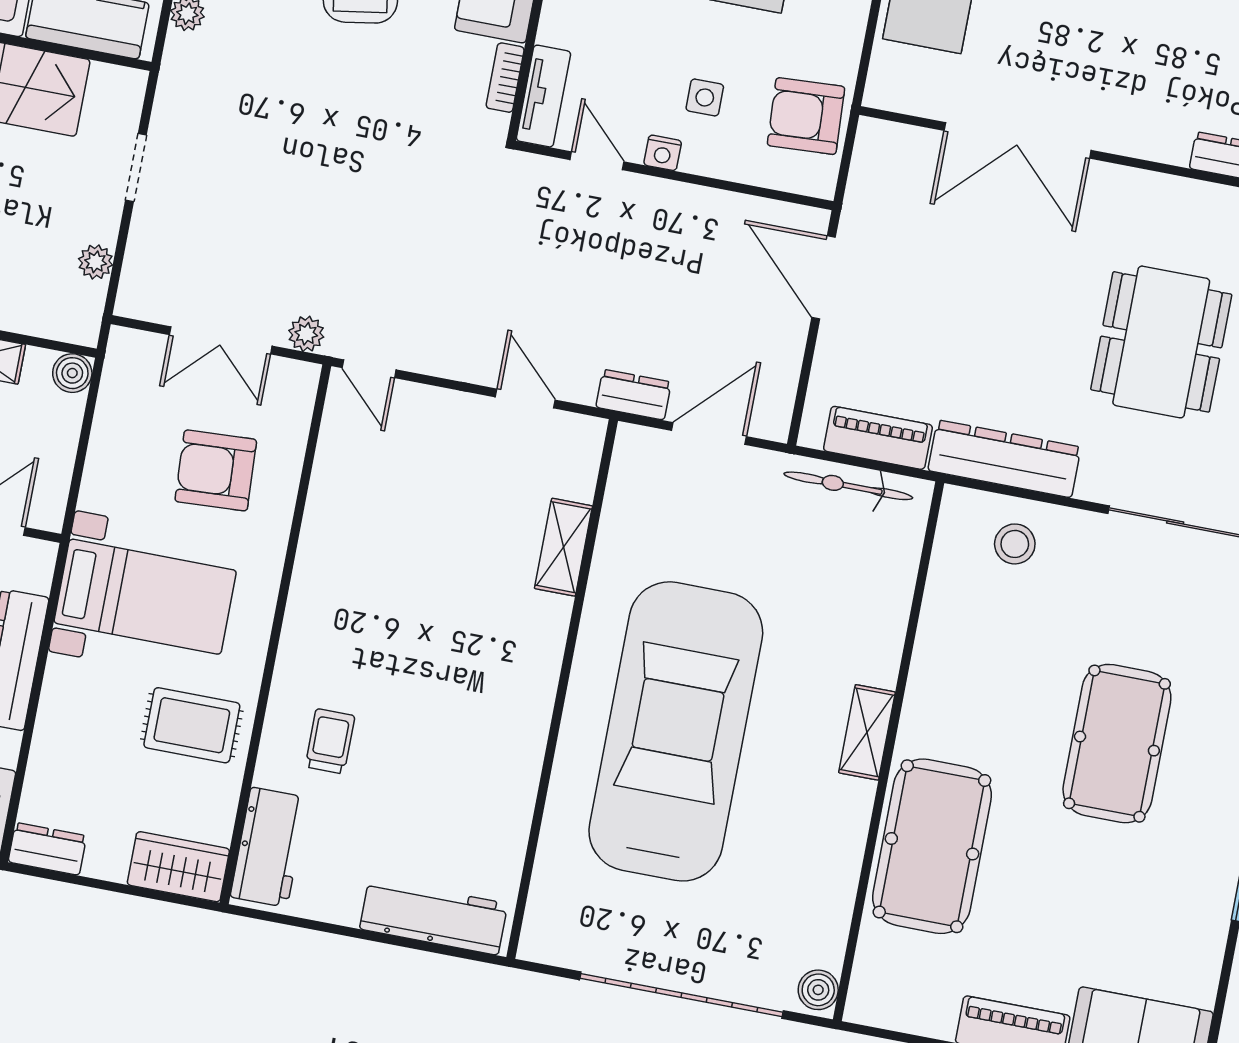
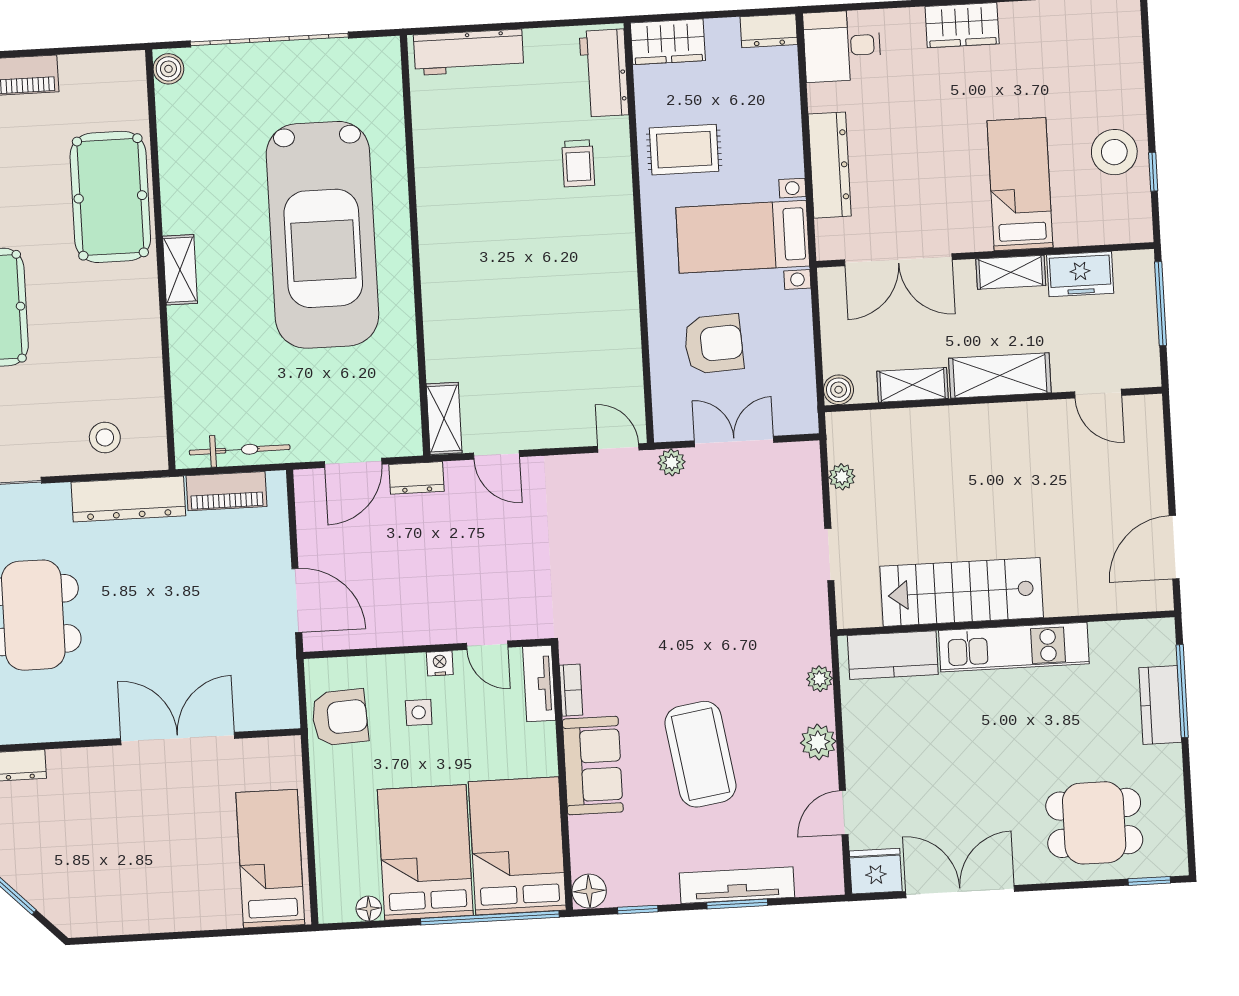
shelving: (563, 547) -> (444, 418), moved

